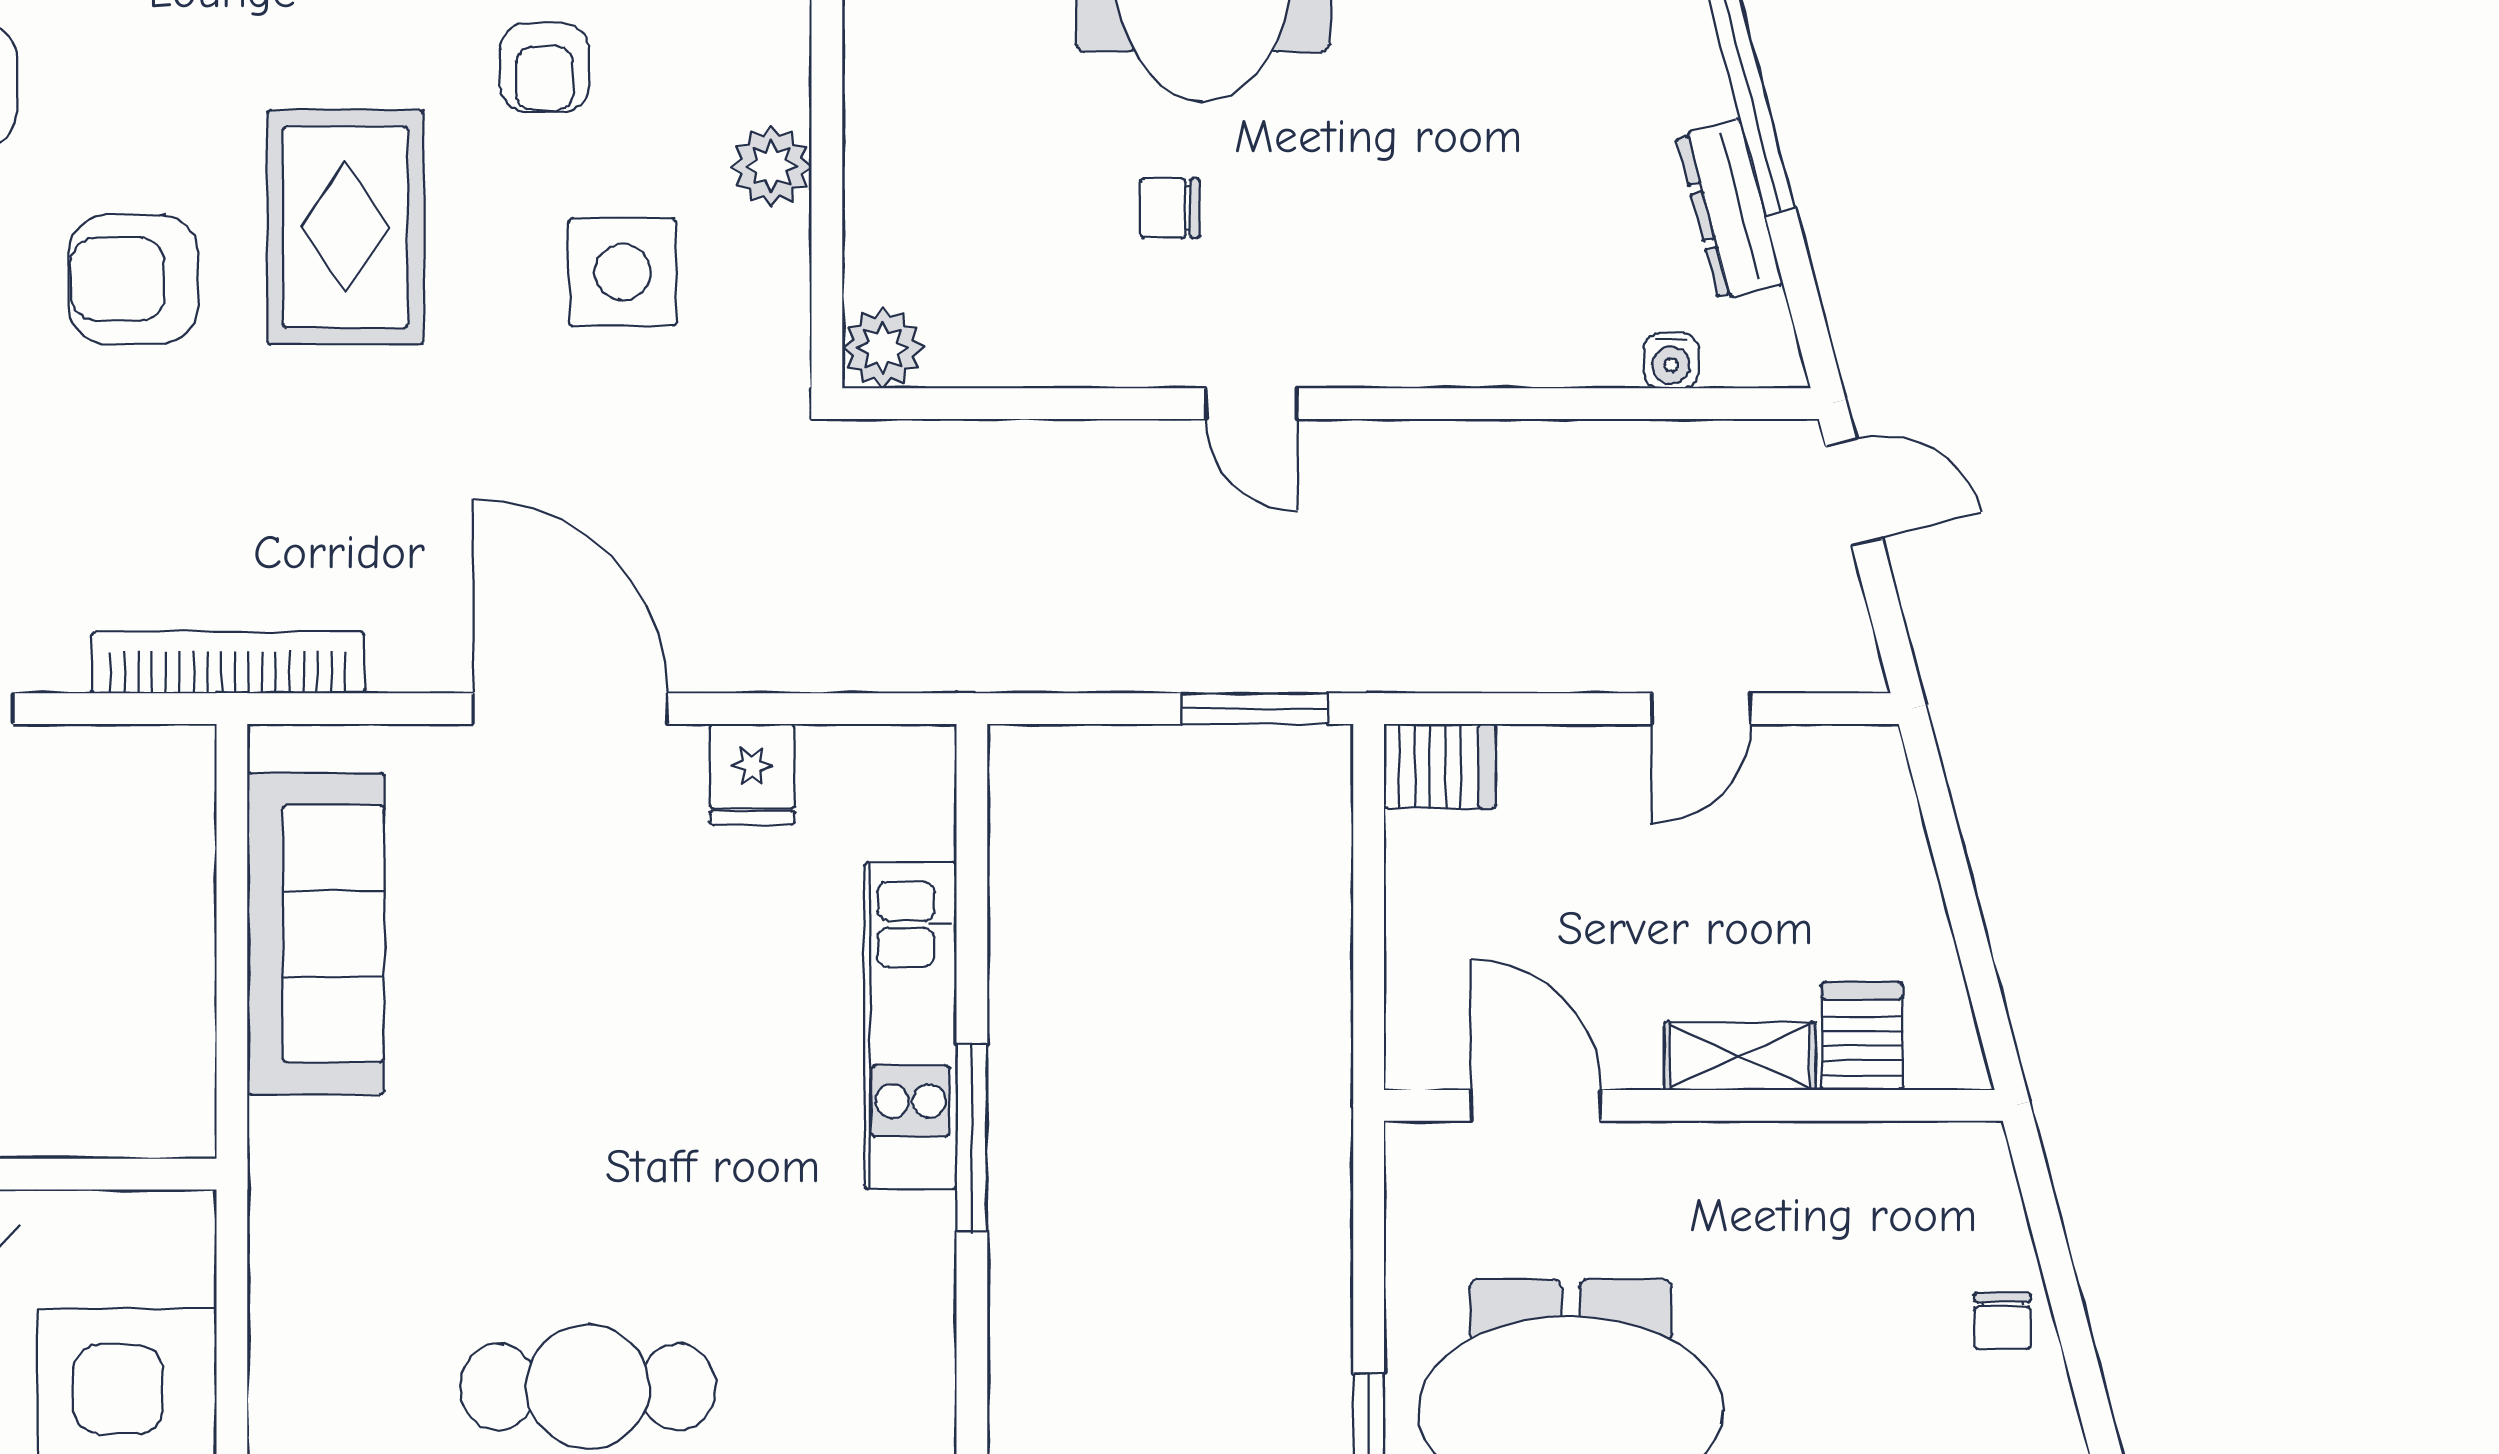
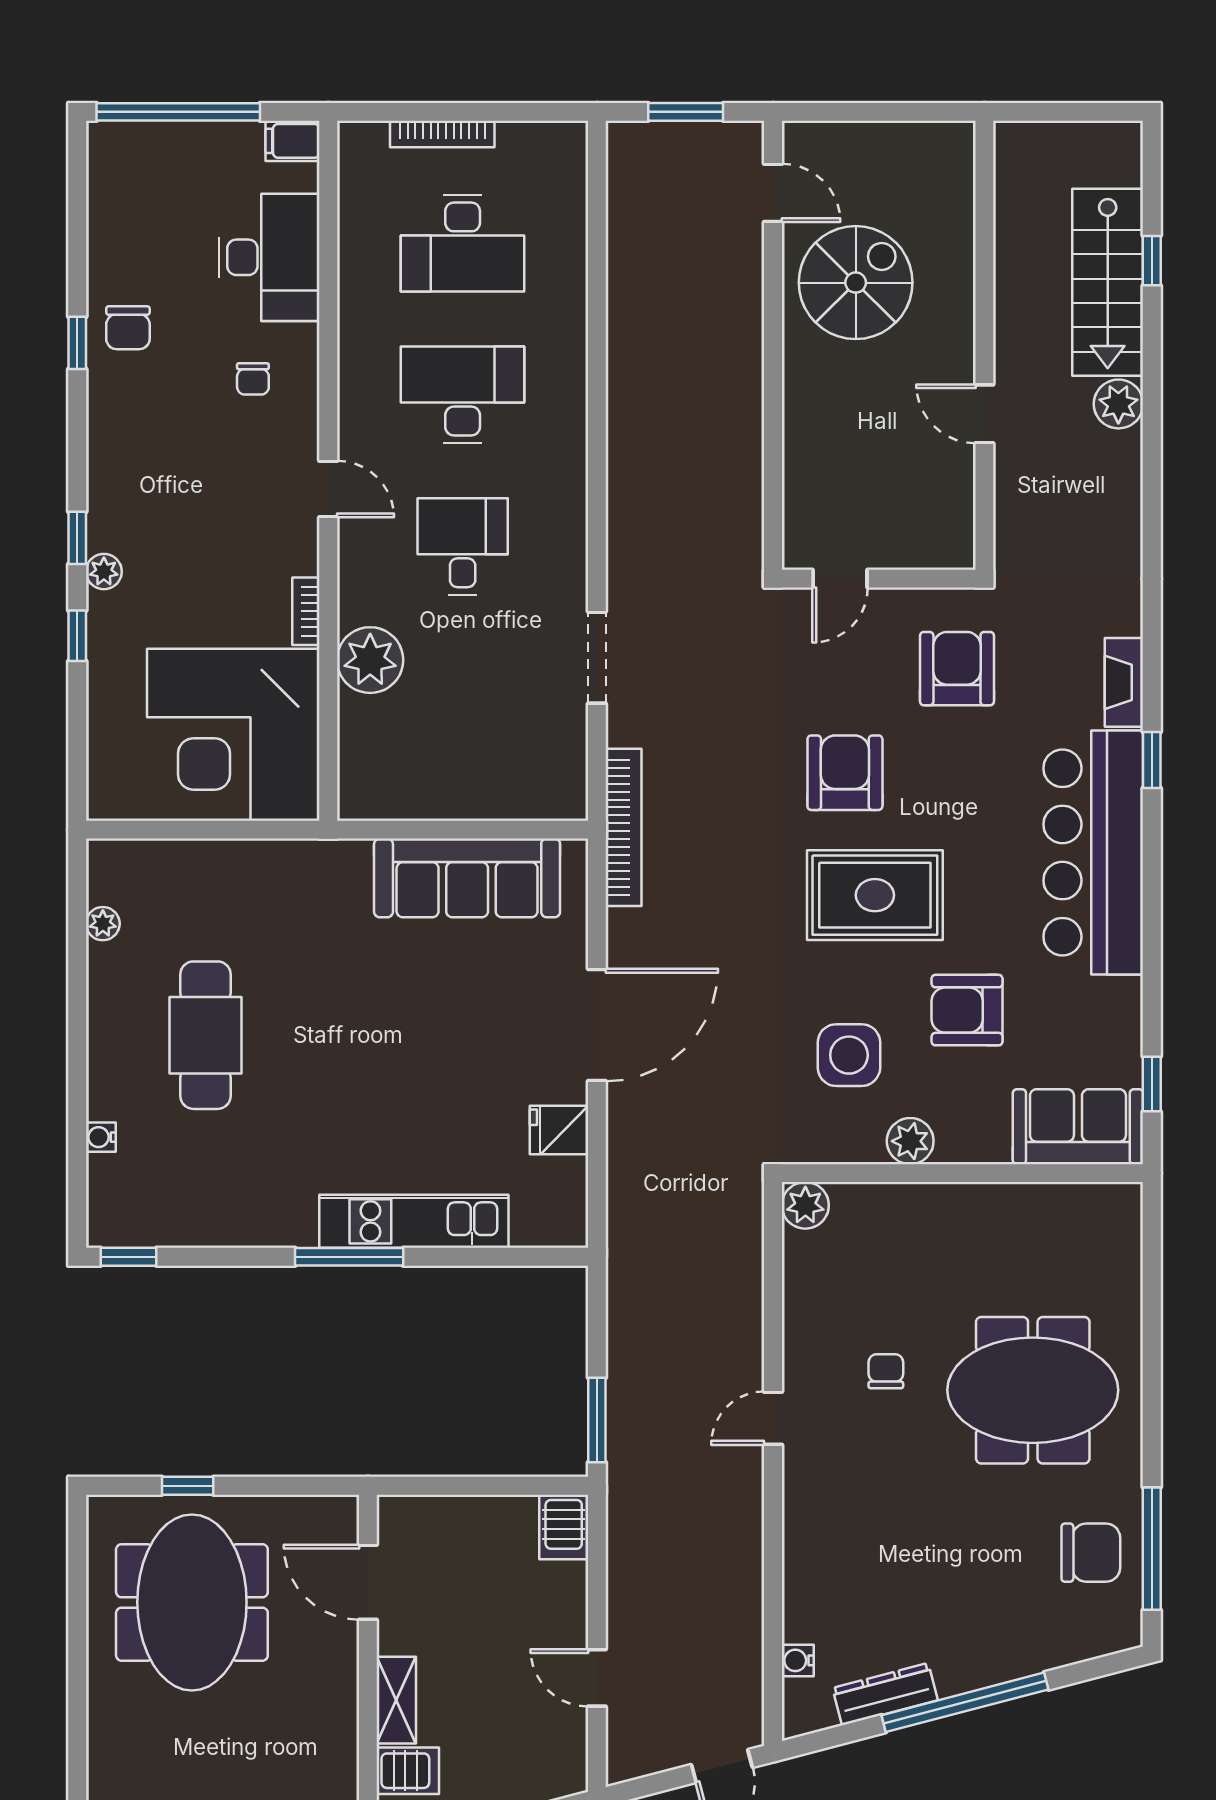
armchair: (545, 67) -> (967, 1010), width x1.38, depth x1.38
door: (1536, 1105) -> (368, 1582), swing flipped

